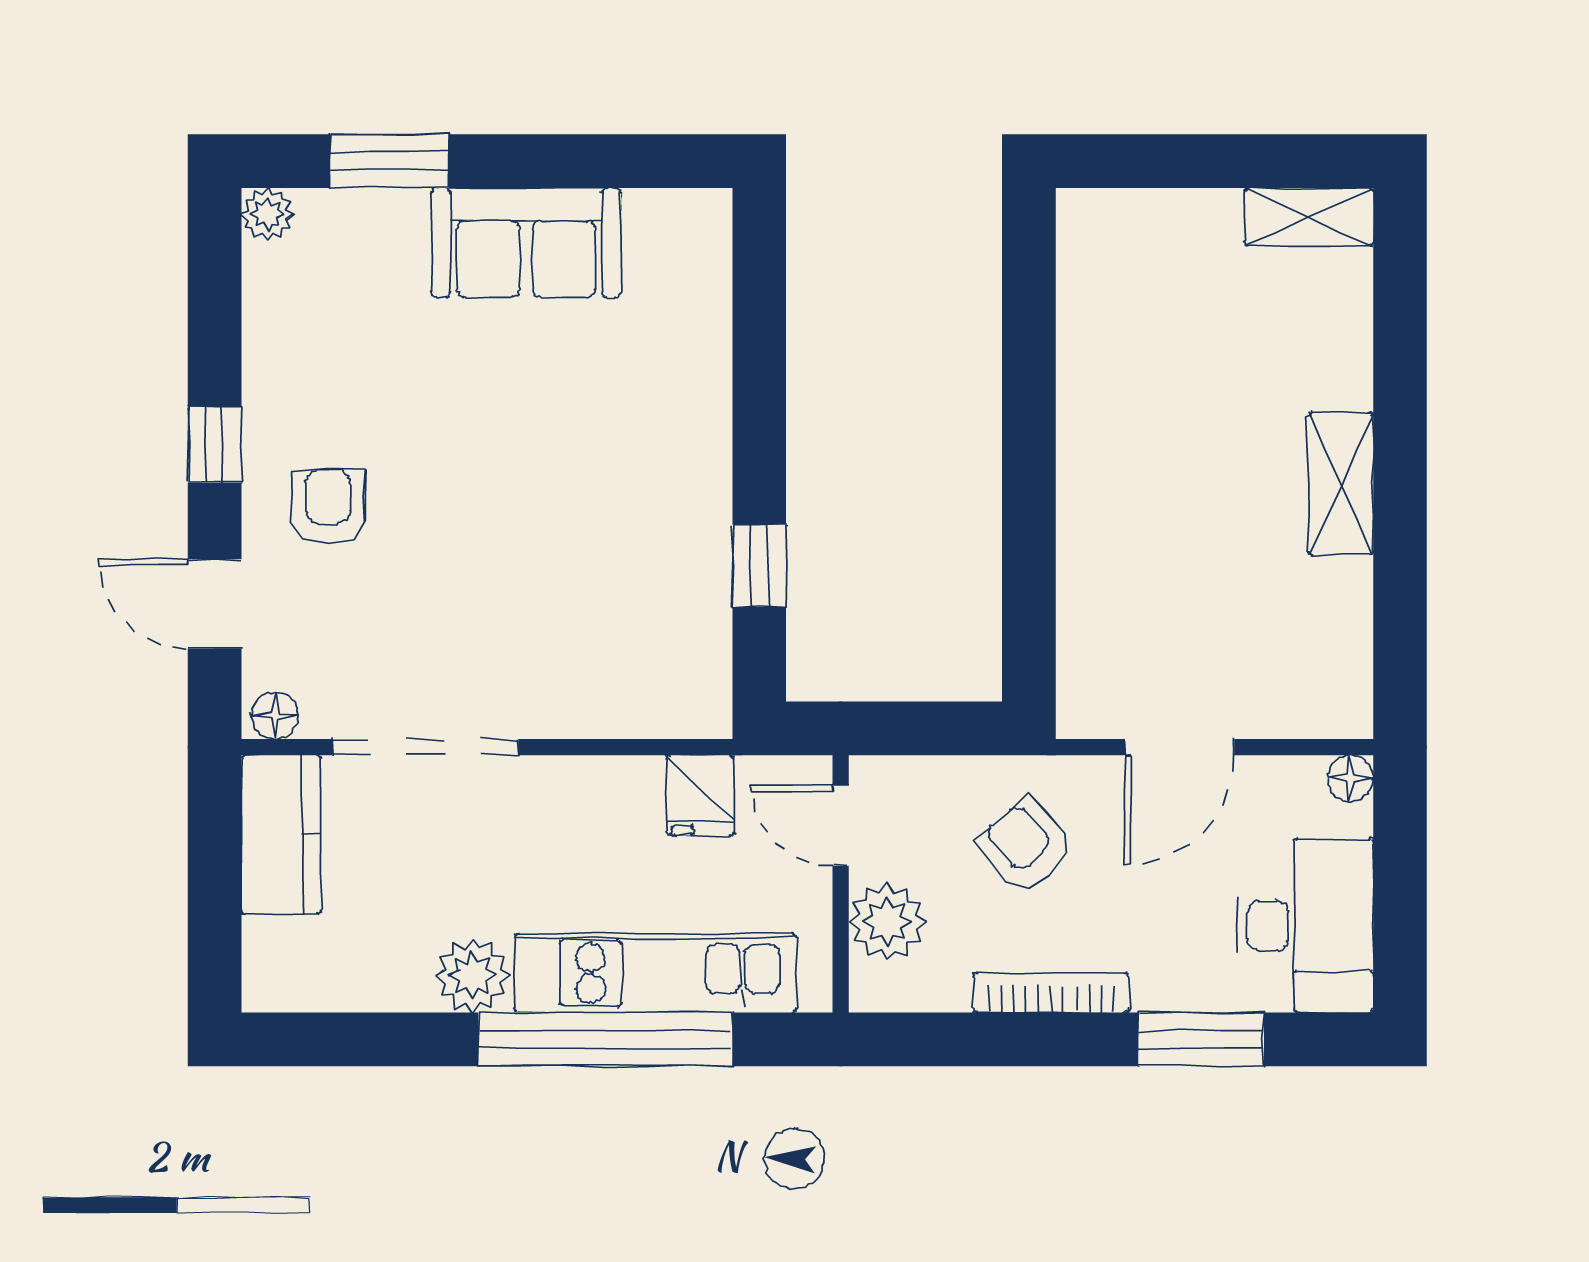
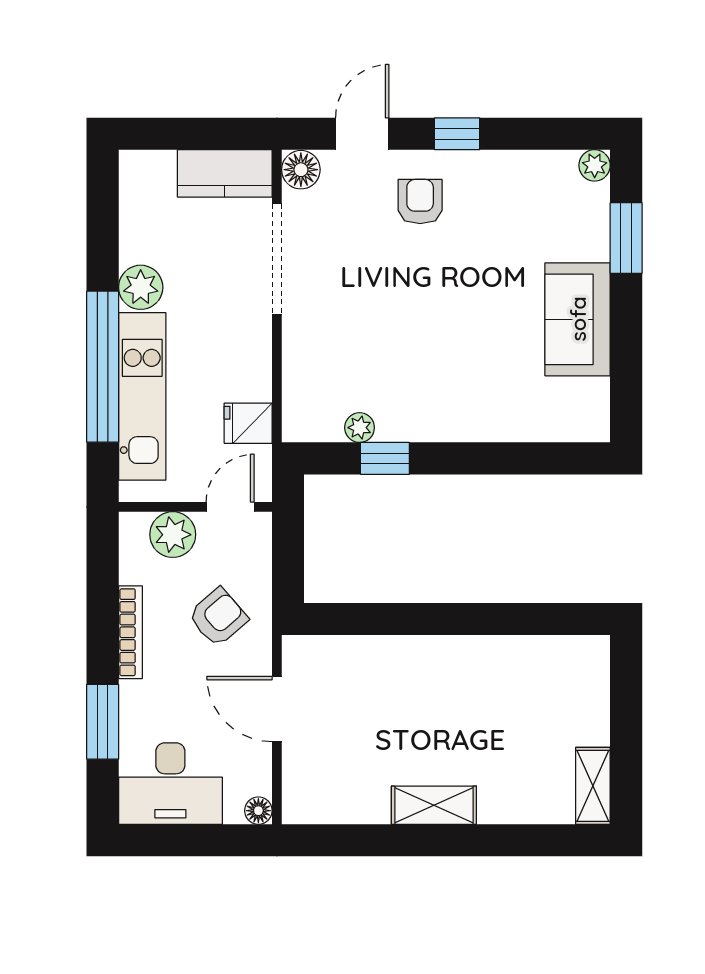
armchair: (328, 507) -> (420, 202), turned -90
plant: (708, 608) -> (360, 428), added
floor lamp: (275, 716) -> (301, 170), width x1.37, depth x1.37

